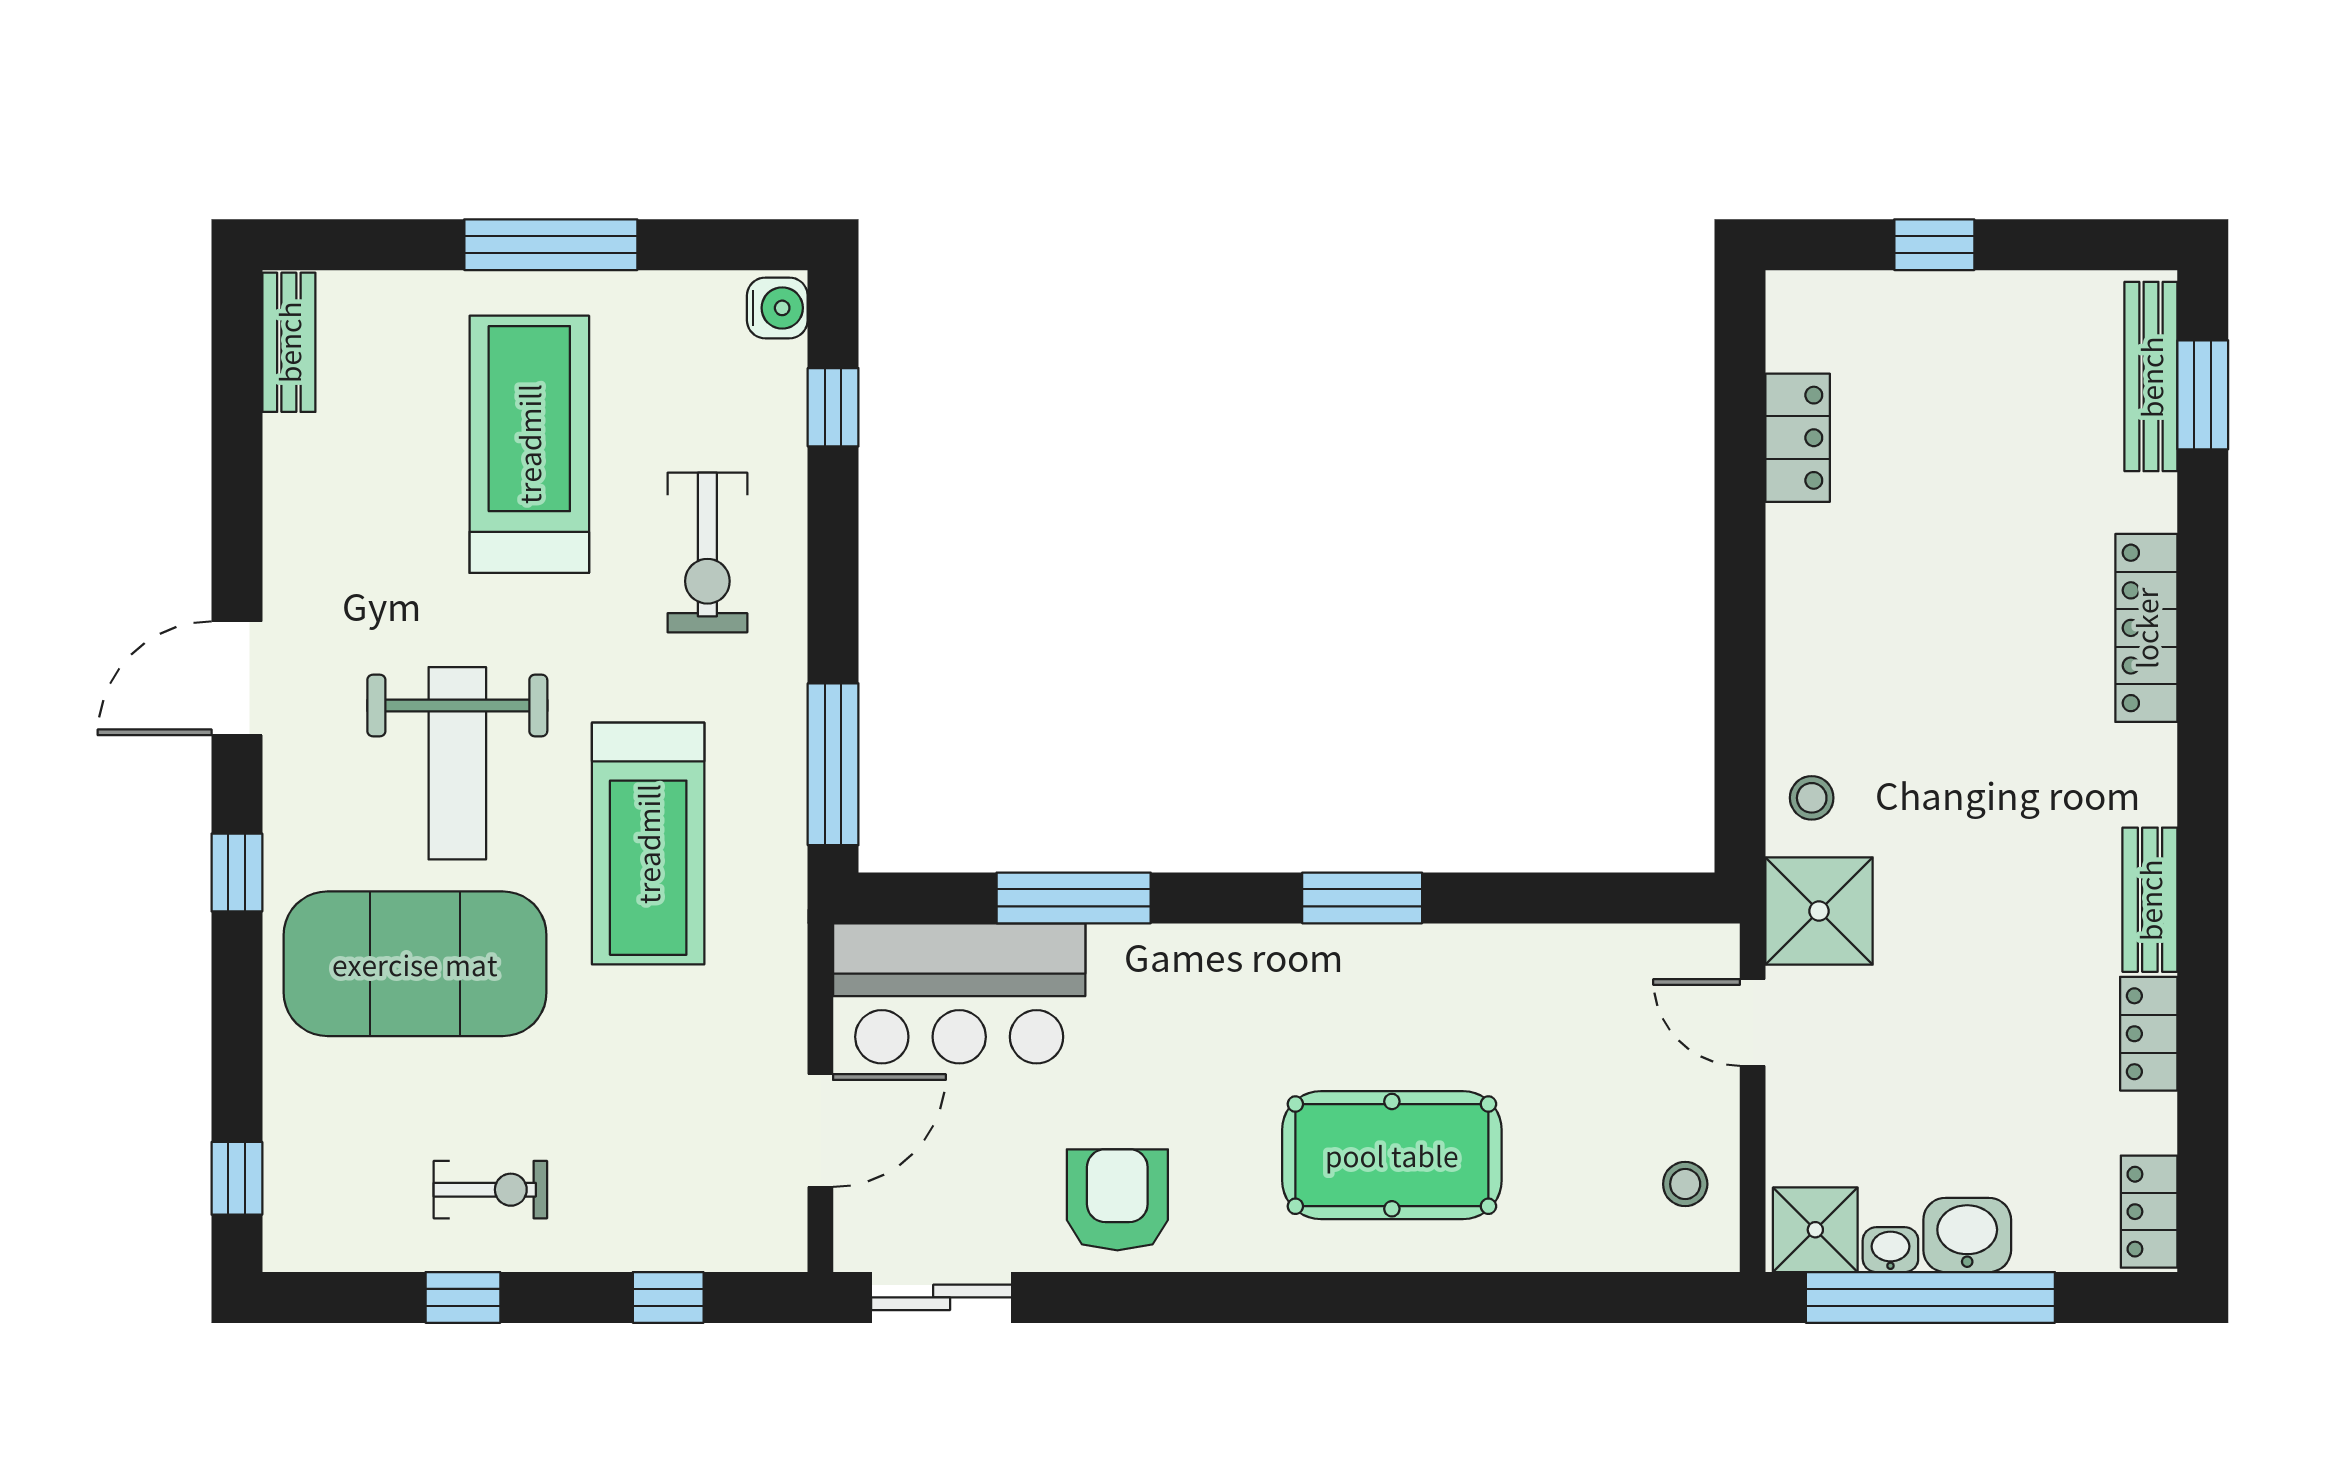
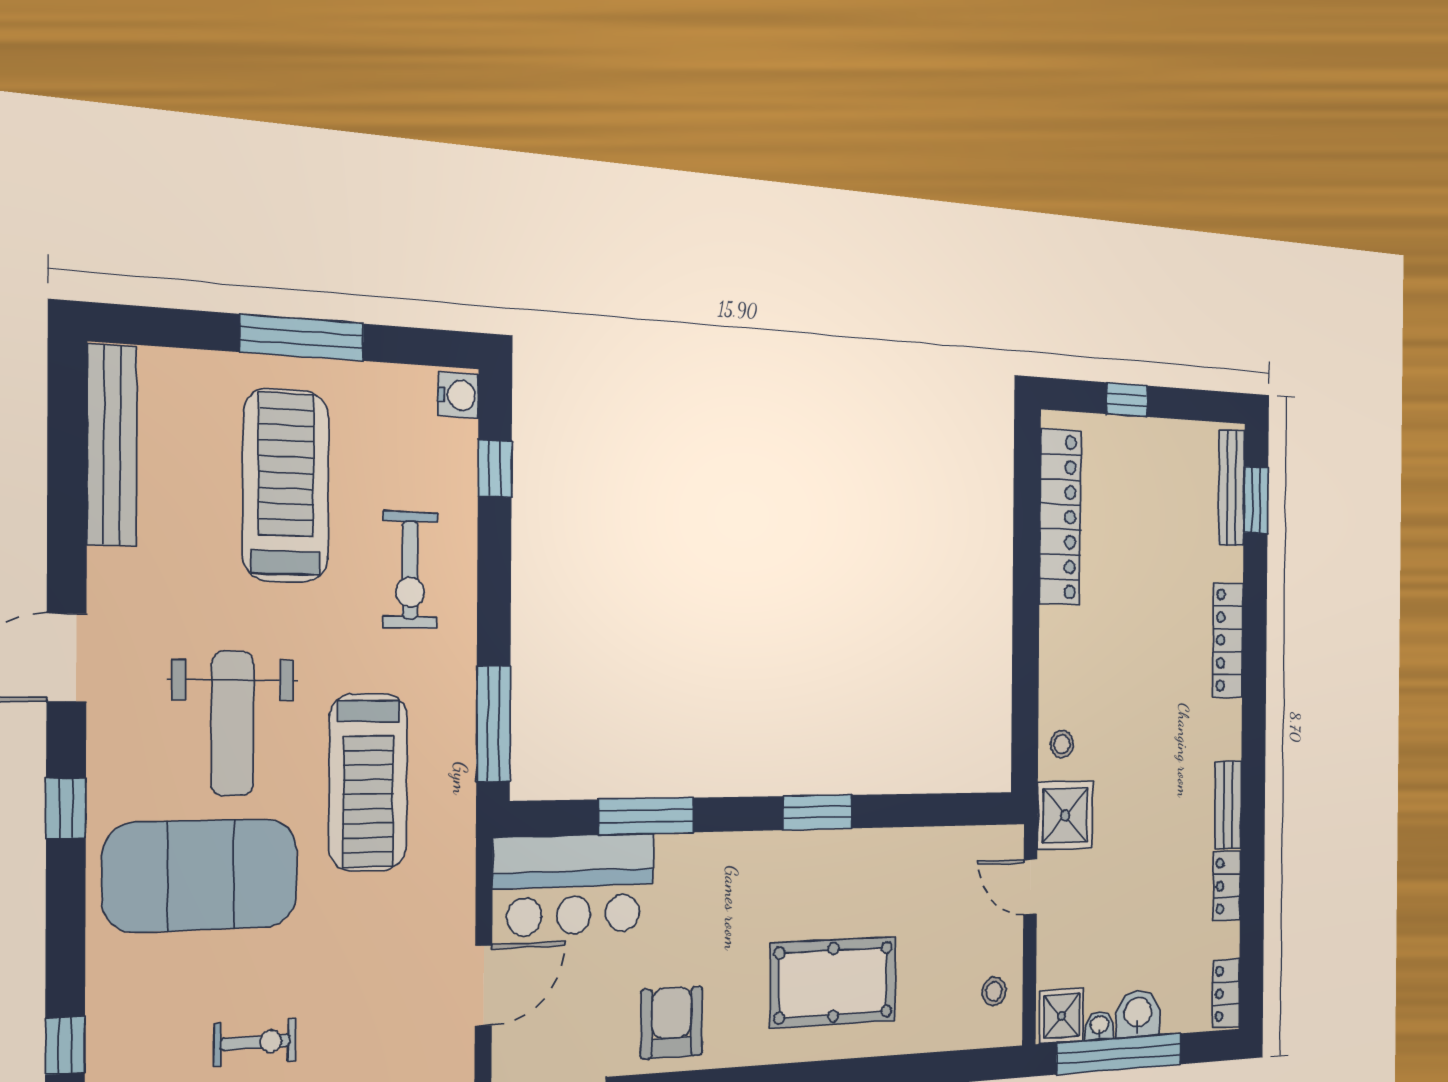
bench: (289, 342) -> (112, 445), width x1.86, depth x1.21
locker: (1798, 438) -> (1060, 517), width x2.16, depth x1.21

